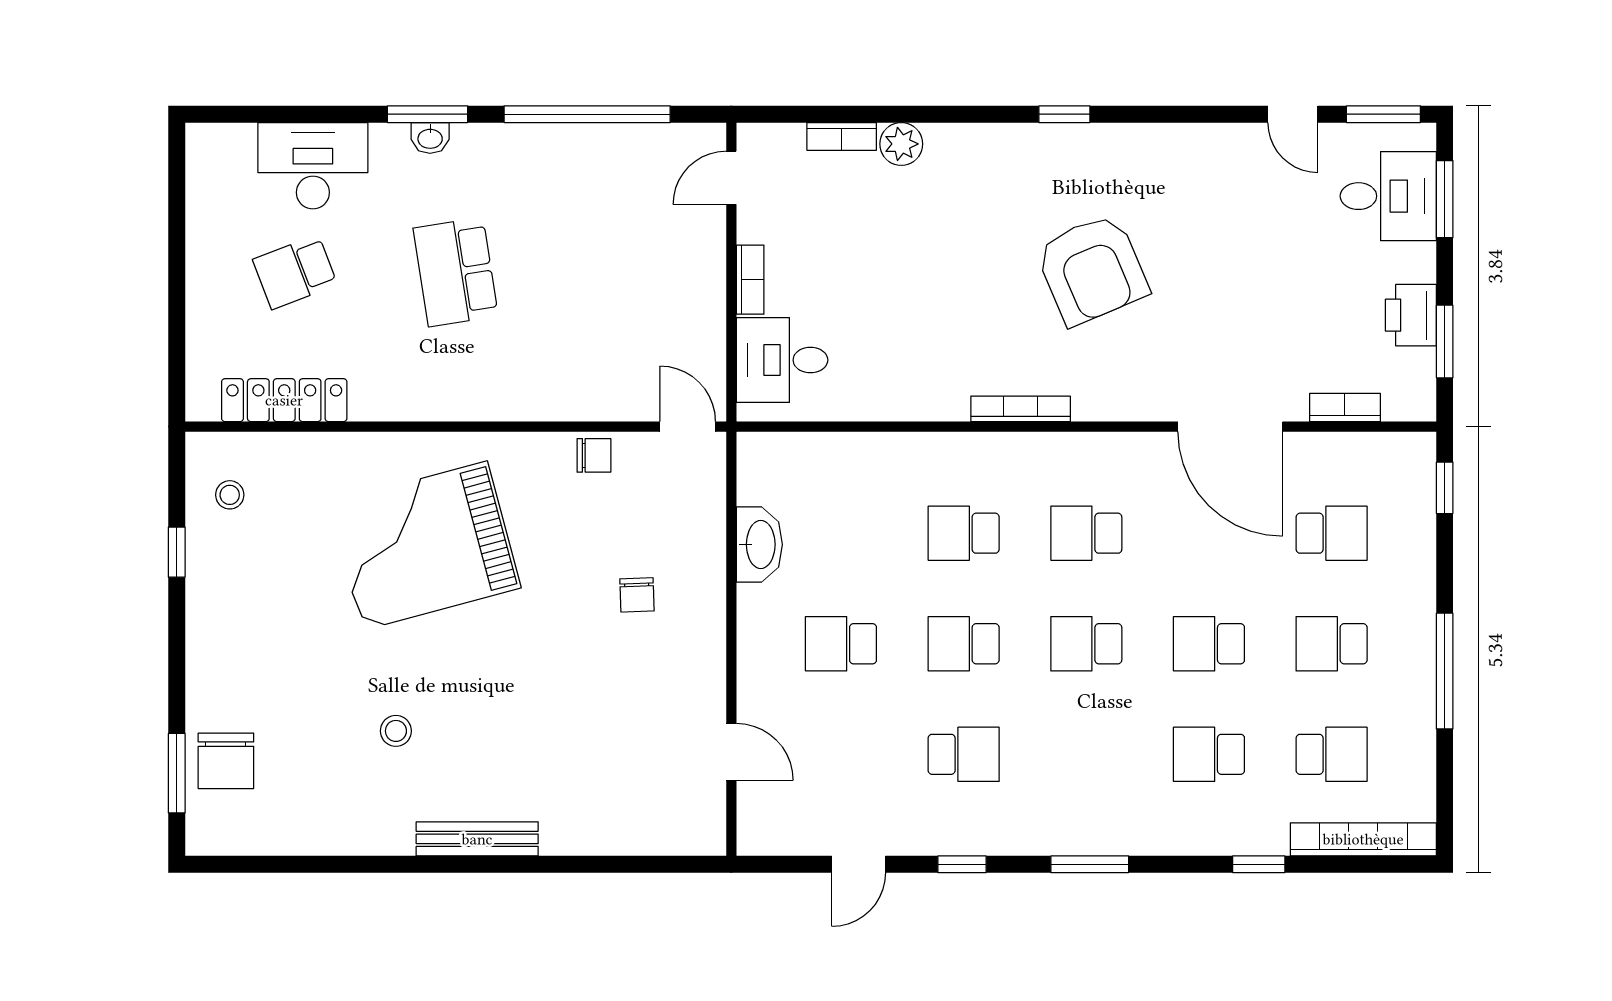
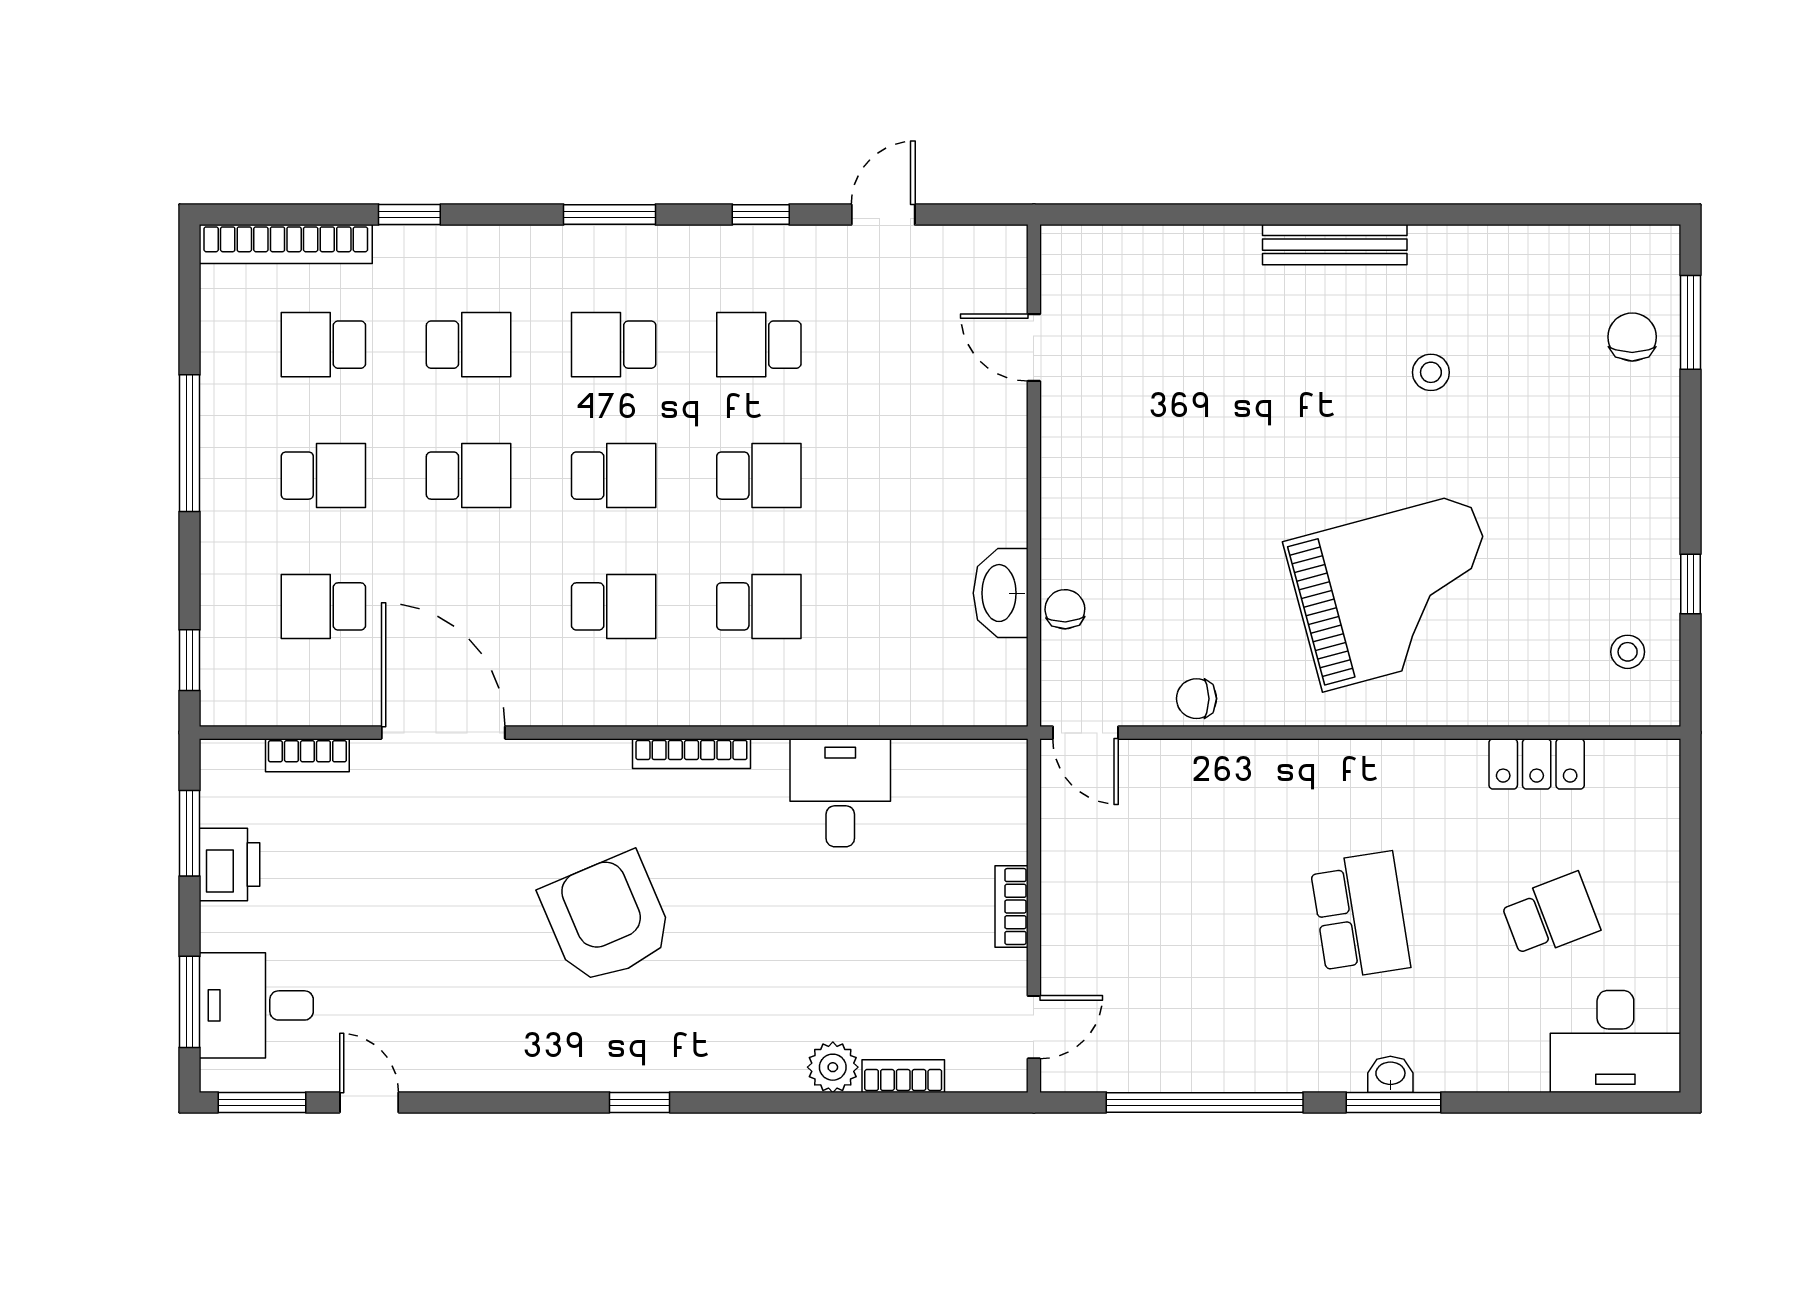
desk: (313, 166) -> (1615, 1041), moved
desk: (782, 360) -> (840, 793), moved, turned -90
locker: (284, 400) -> (1537, 764), width x0.66
chair: (637, 595) -> (1065, 609), moved
school desk: (841, 644) -> (614, 345), moved, turned 180
chair: (226, 761) -> (1632, 337), width x0.73, depth x0.73

